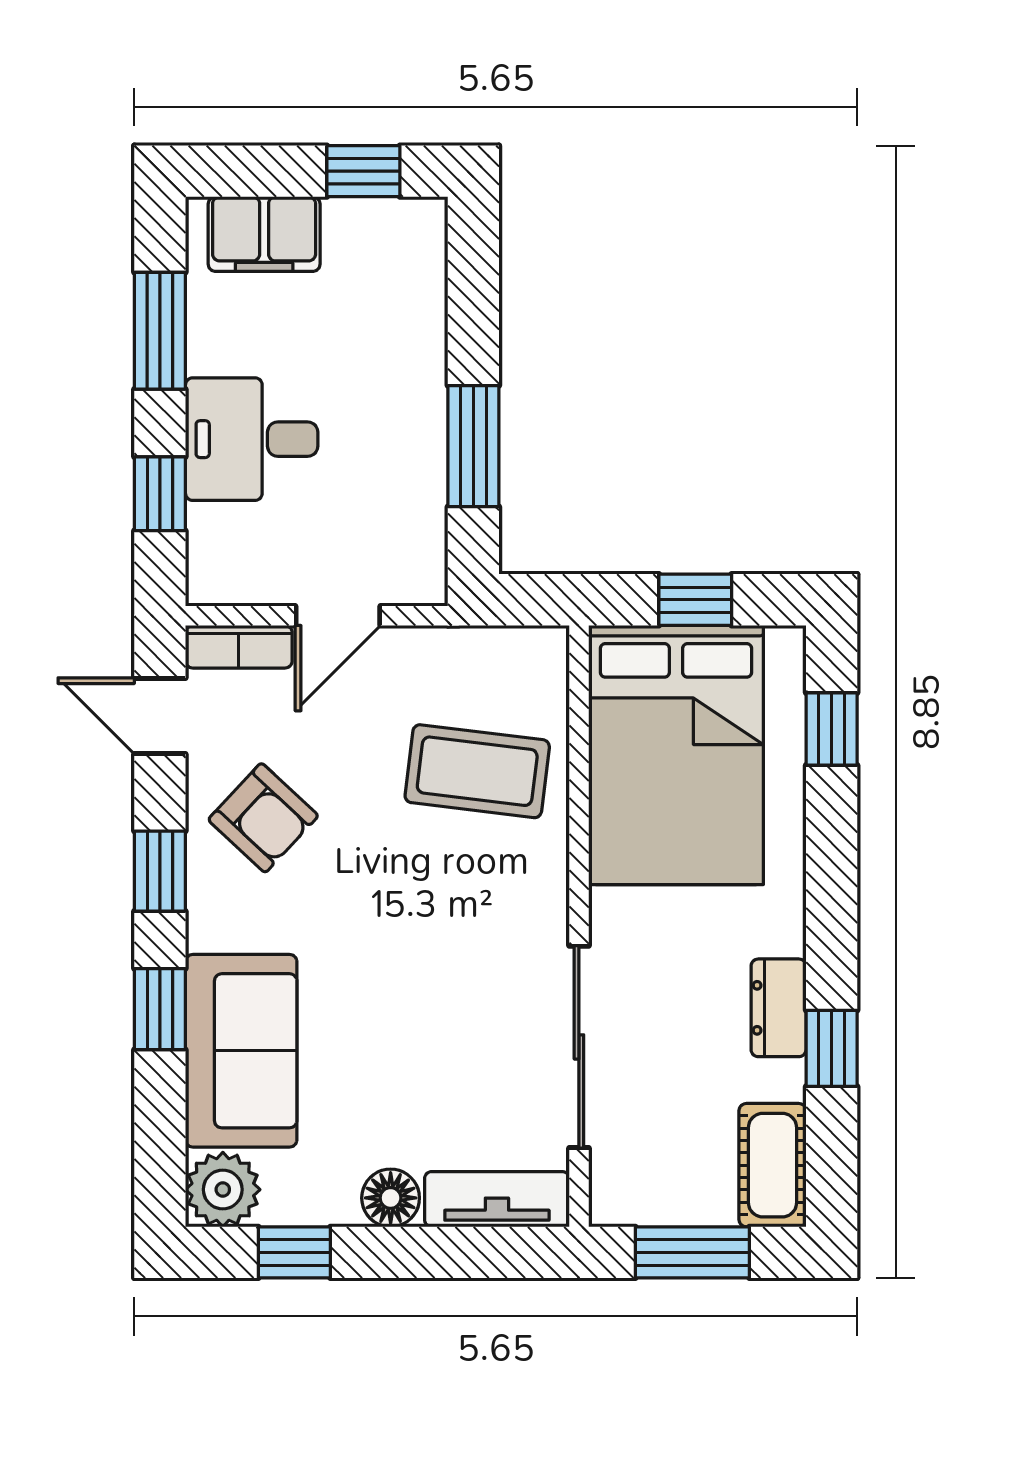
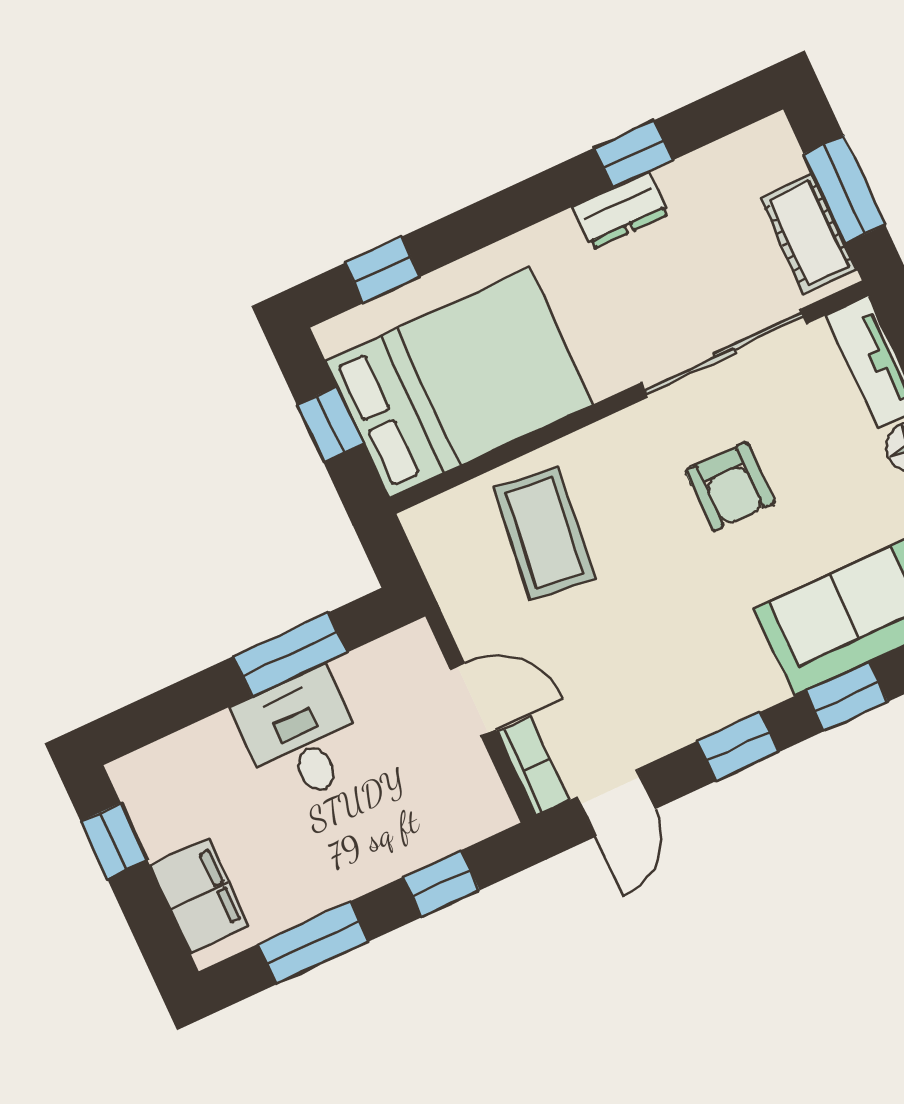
desk: (252, 439) -> (301, 737), moved, turned 180
armchair: (263, 818) -> (730, 486), moved, turned 137
cot: (773, 1165) -> (808, 234), moved, turned 90

